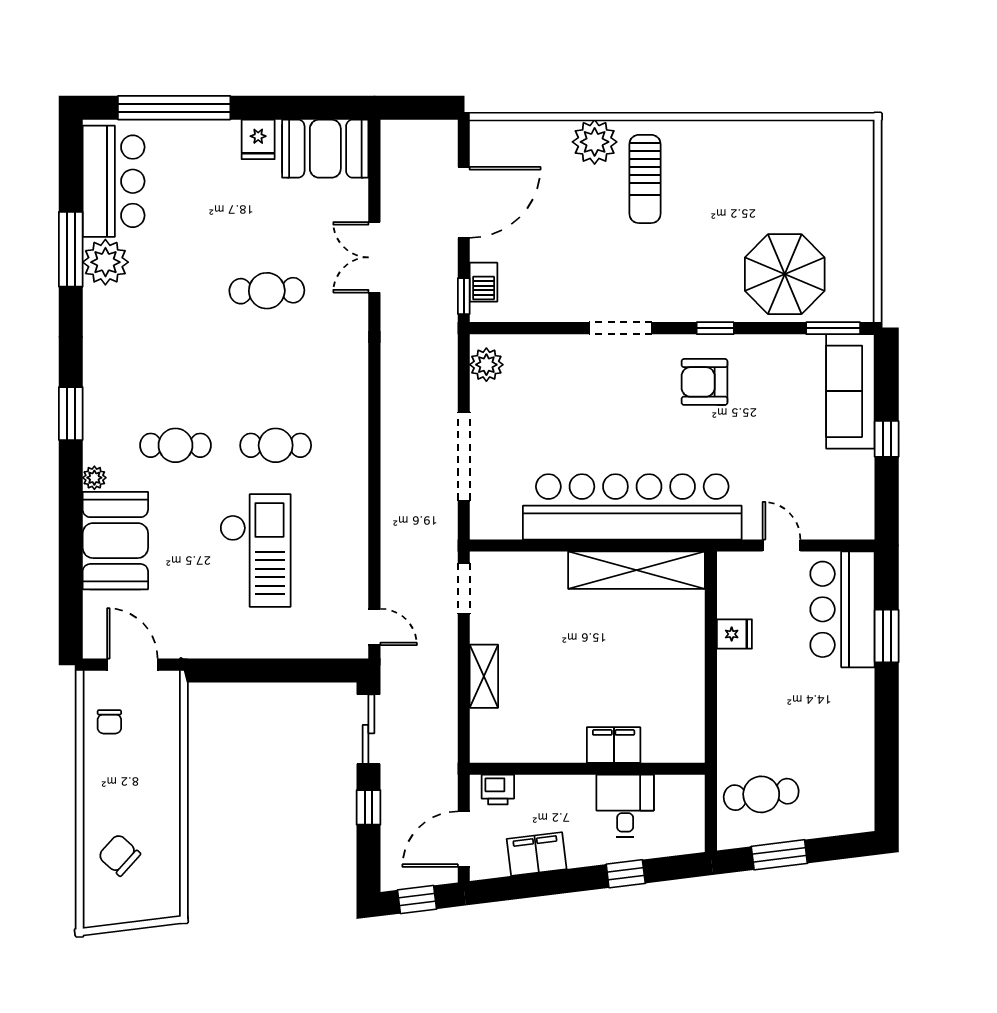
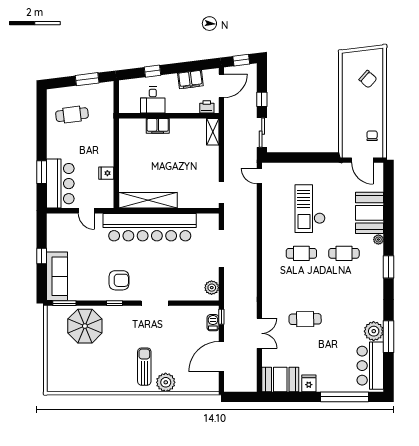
shelving: (484, 676) -> (213, 132), moved
cafe table: (761, 794) -> (72, 115), moved

